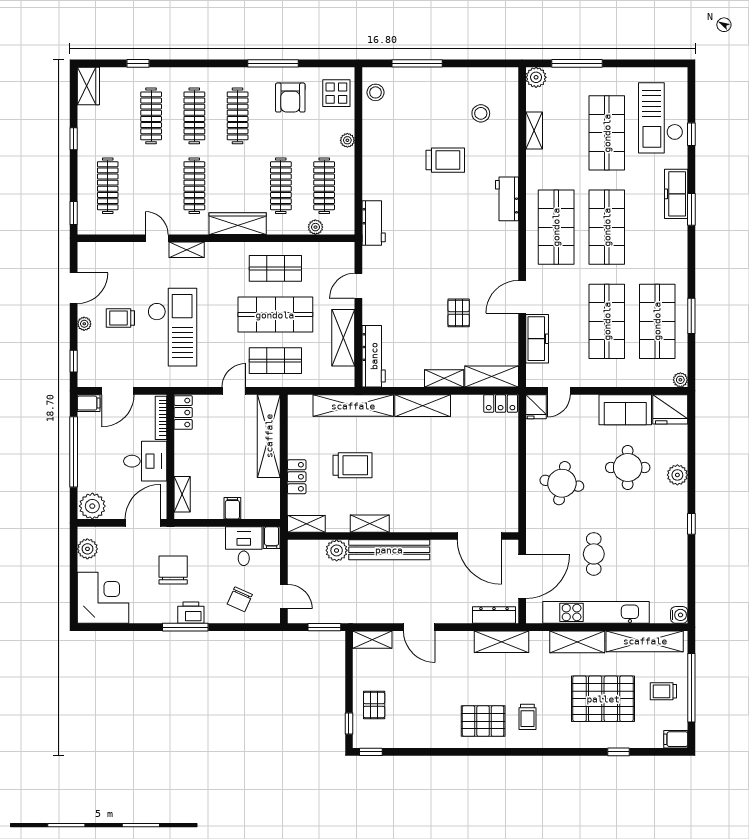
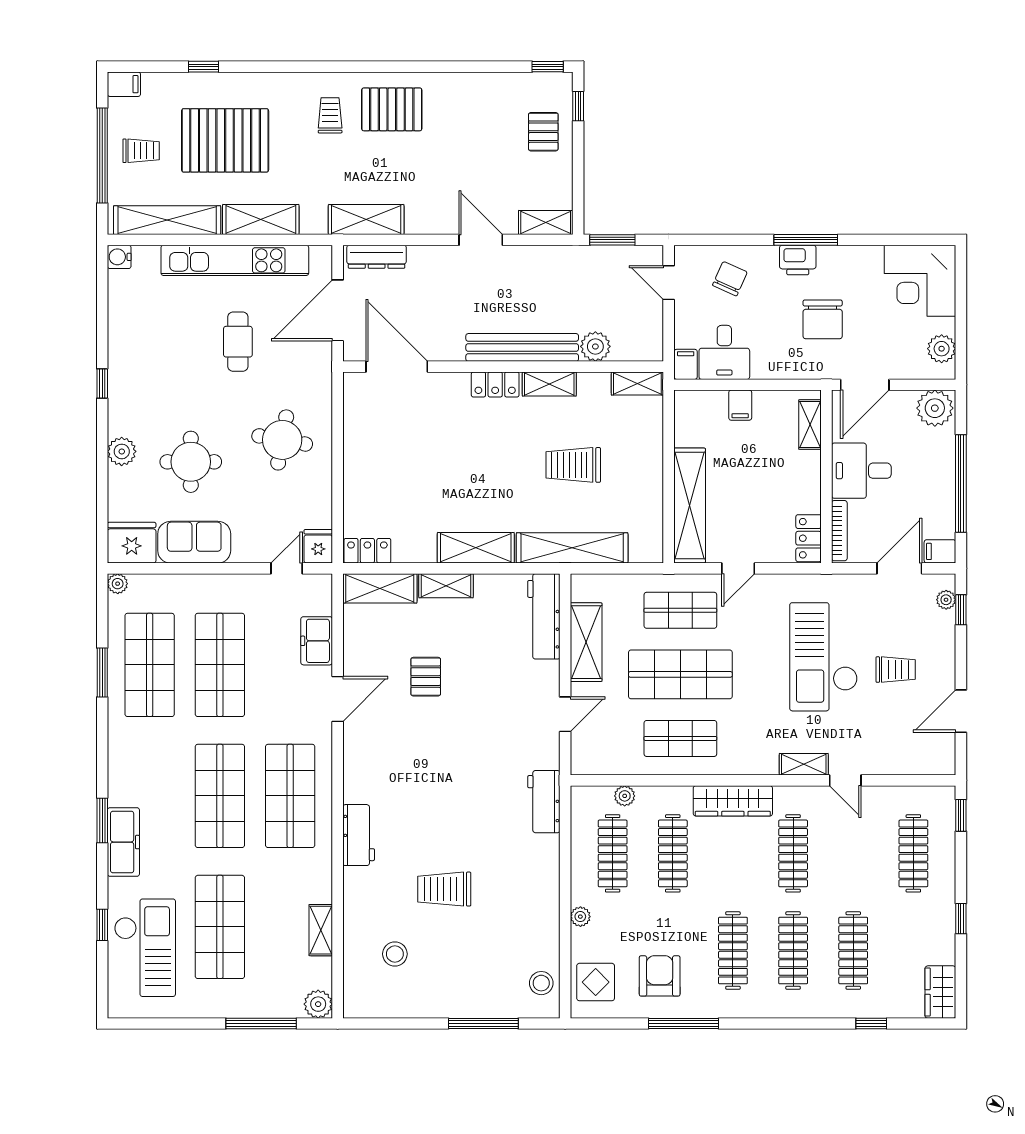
plant: (84, 324) -> (946, 600), moved
freezer: (537, 339) -> (317, 641), width x0.71
locker: (297, 477) -> (495, 384), moved, turned -90

